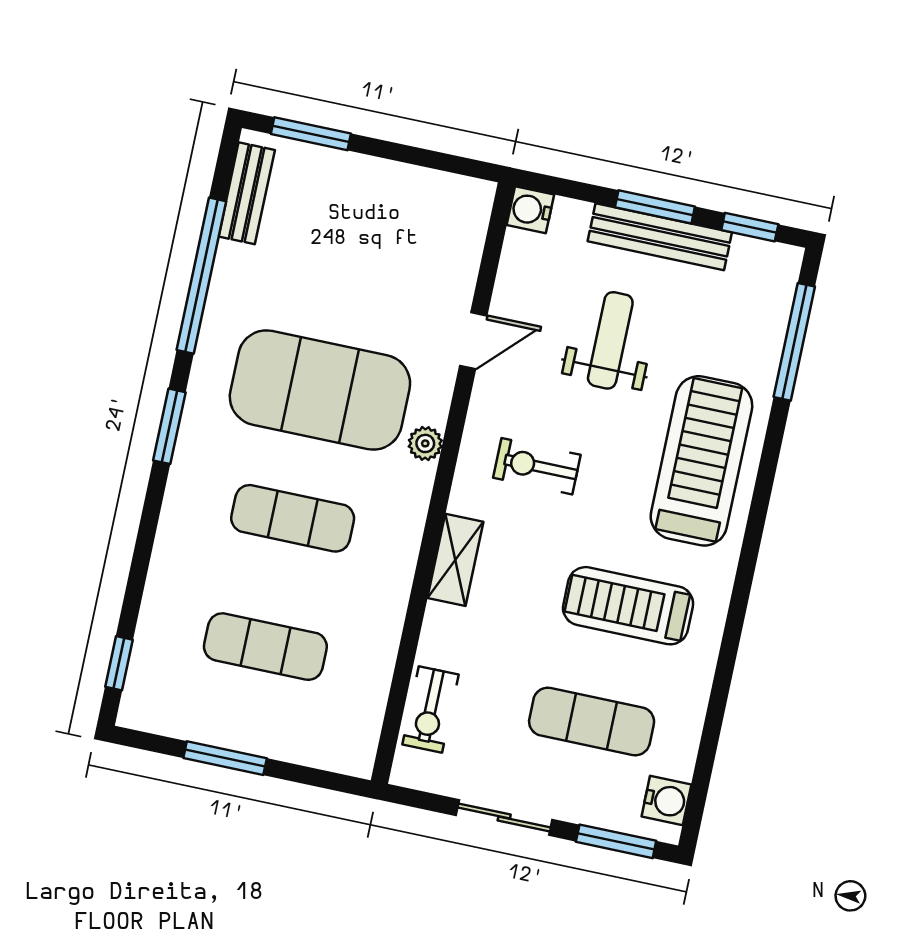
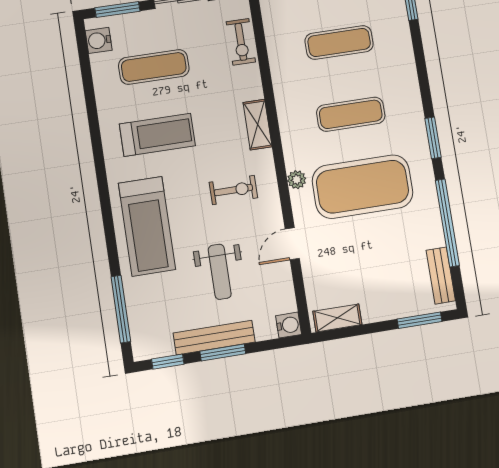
shelving: (445, 190) -> (337, 318), added
exercise bike: (430, 710) -> (241, 42), turned 180

